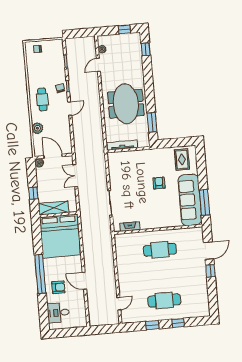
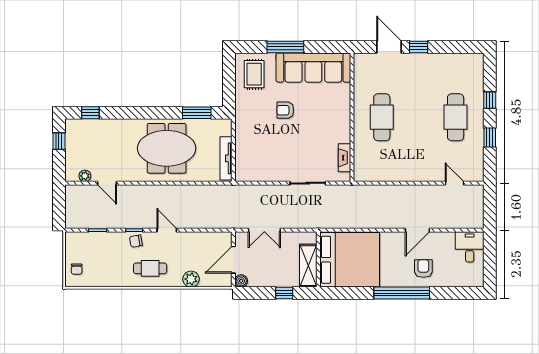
rug: (182, 160) -> (254, 74), turned 90
window: (205, 202) -> (285, 47), moved
desk: (58, 313) -> (470, 247), moved, turned 180

